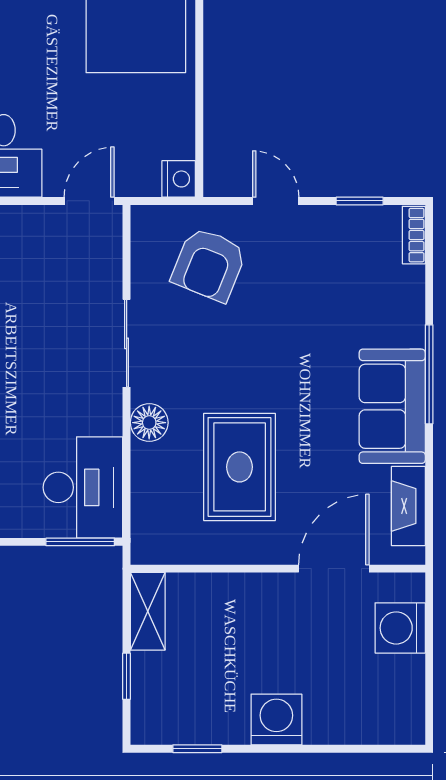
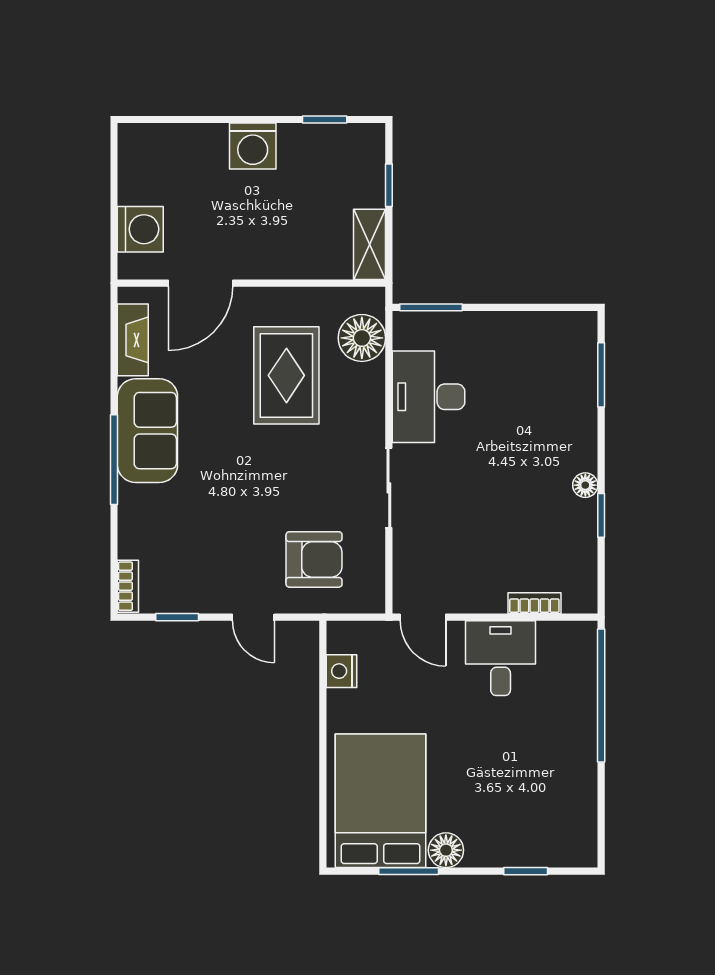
nightstand: (179, 179) -> (341, 671), moved
door: (89, 201) -> (423, 617), hinge flipped
armchair: (209, 264) -> (314, 559), turned 68
floor lamp: (149, 423) -> (362, 338), moved, width x1.38, depth x1.38
desk: (83, 487) -> (429, 397), moved

